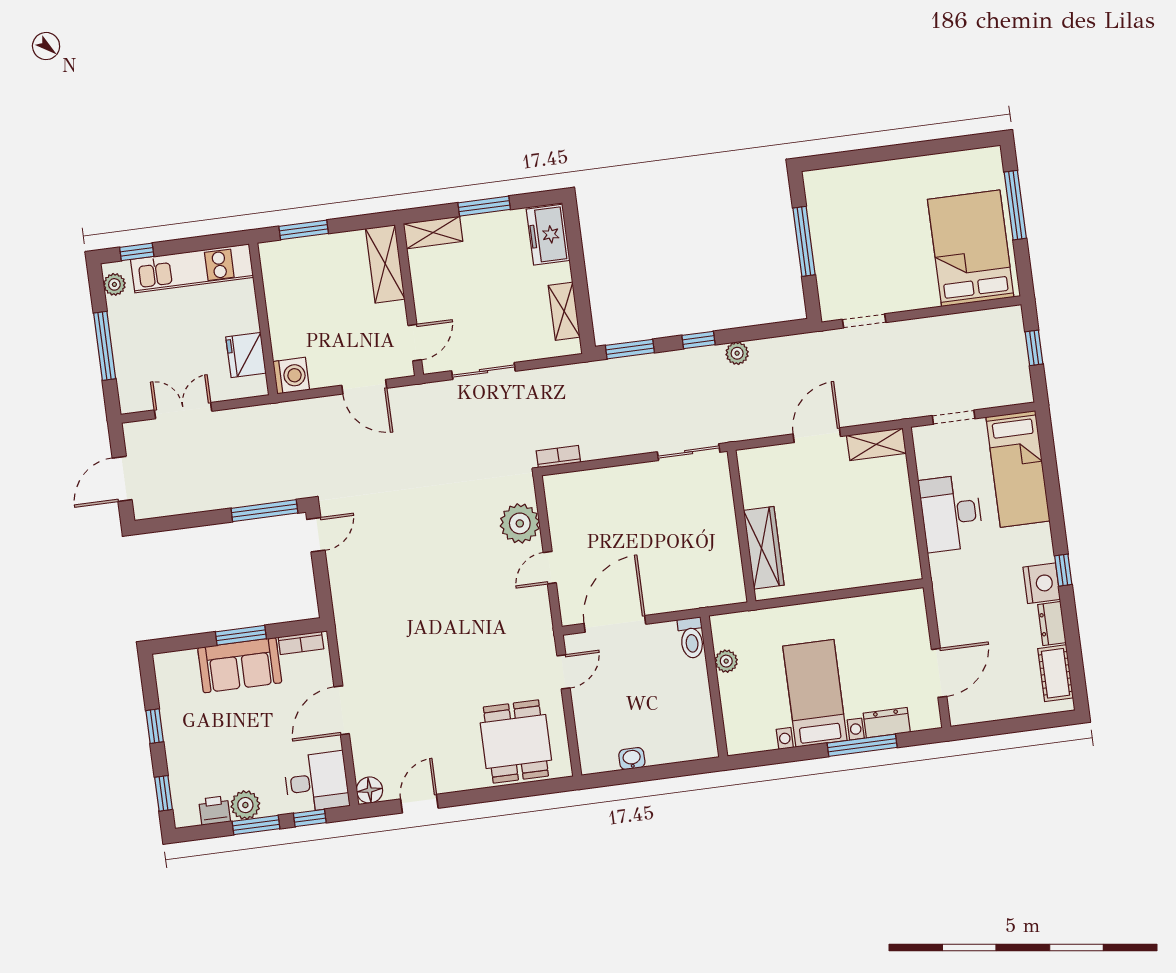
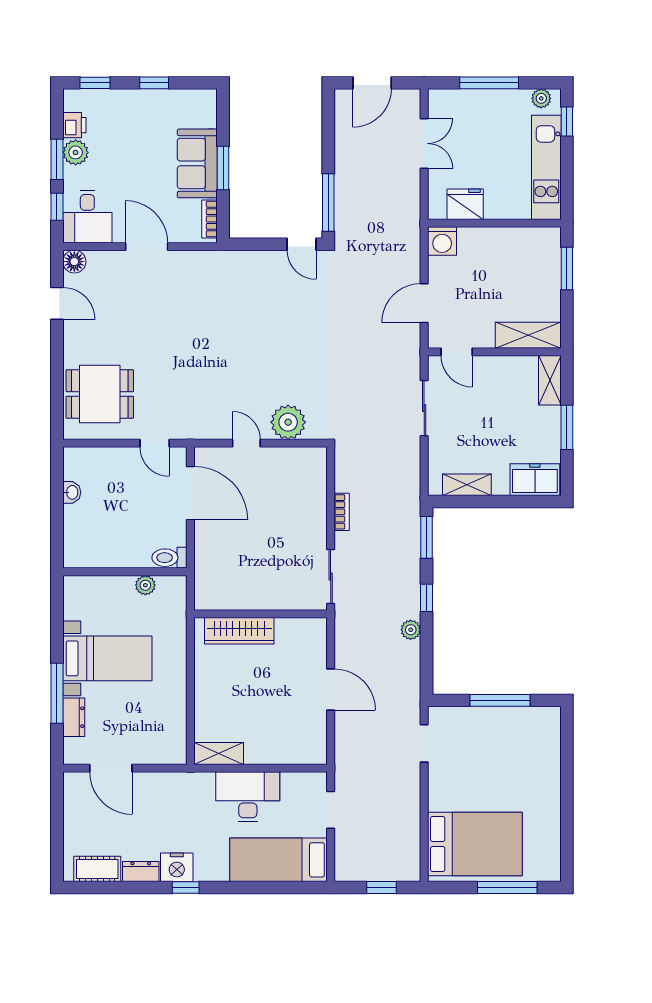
shelving: (876, 444) -> (219, 754), moved, turned 90
bookcase: (558, 457) -> (342, 512), moved
door: (122, 479) -> (372, 83), swing flipped

